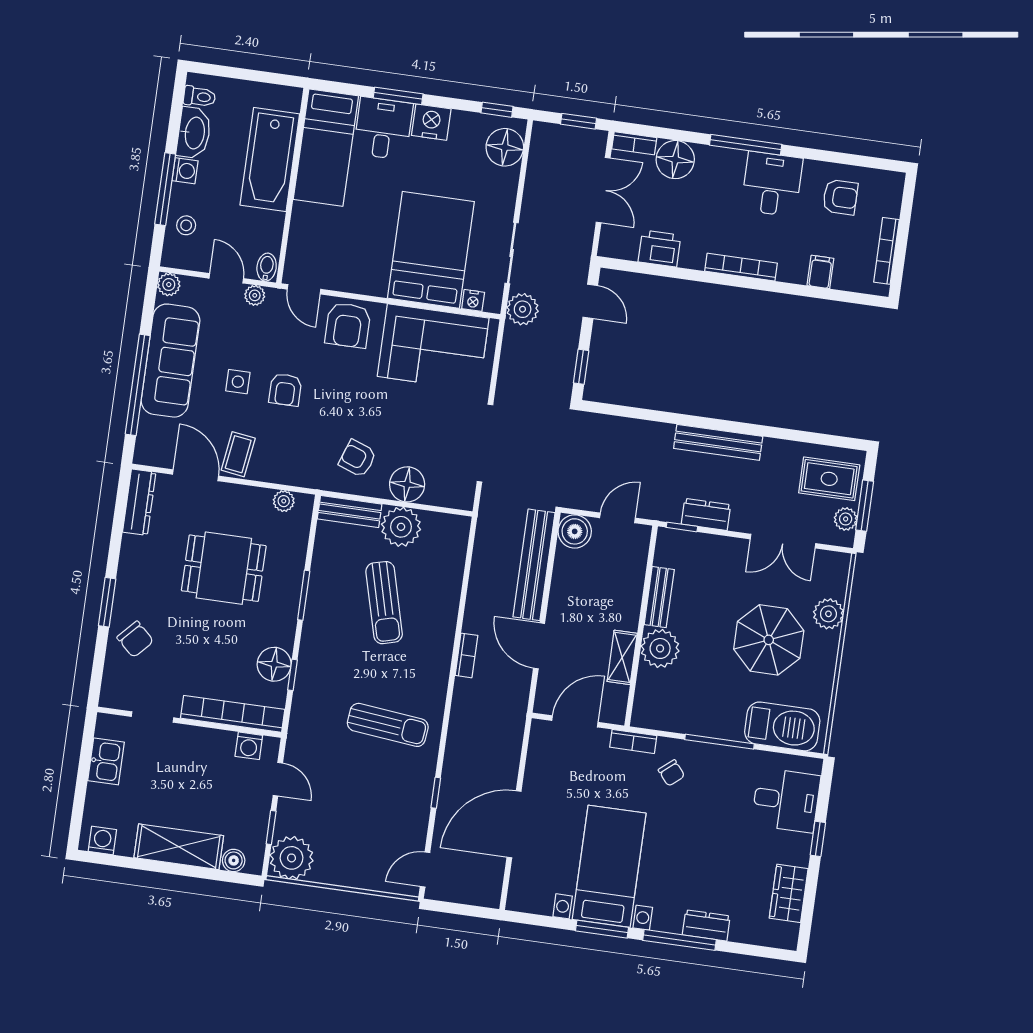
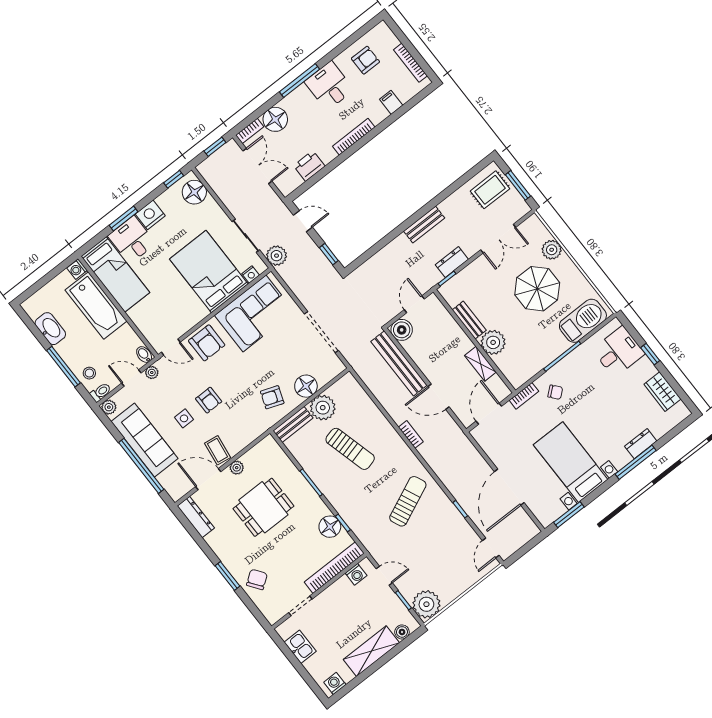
toilet: (199, 97) -> (101, 392), moved
washing machine: (185, 171) -> (77, 269), moved, turned 180
bench: (718, 442) -> (424, 225), width x0.73
plant: (284, 501) -> (237, 468), moved
plant: (846, 519) -> (516, 200), removed
chair: (135, 639) -> (257, 579), turned -79
sun lounger: (388, 725) -> (408, 501), turned -30
window: (602, 929) -> (569, 515), moved

